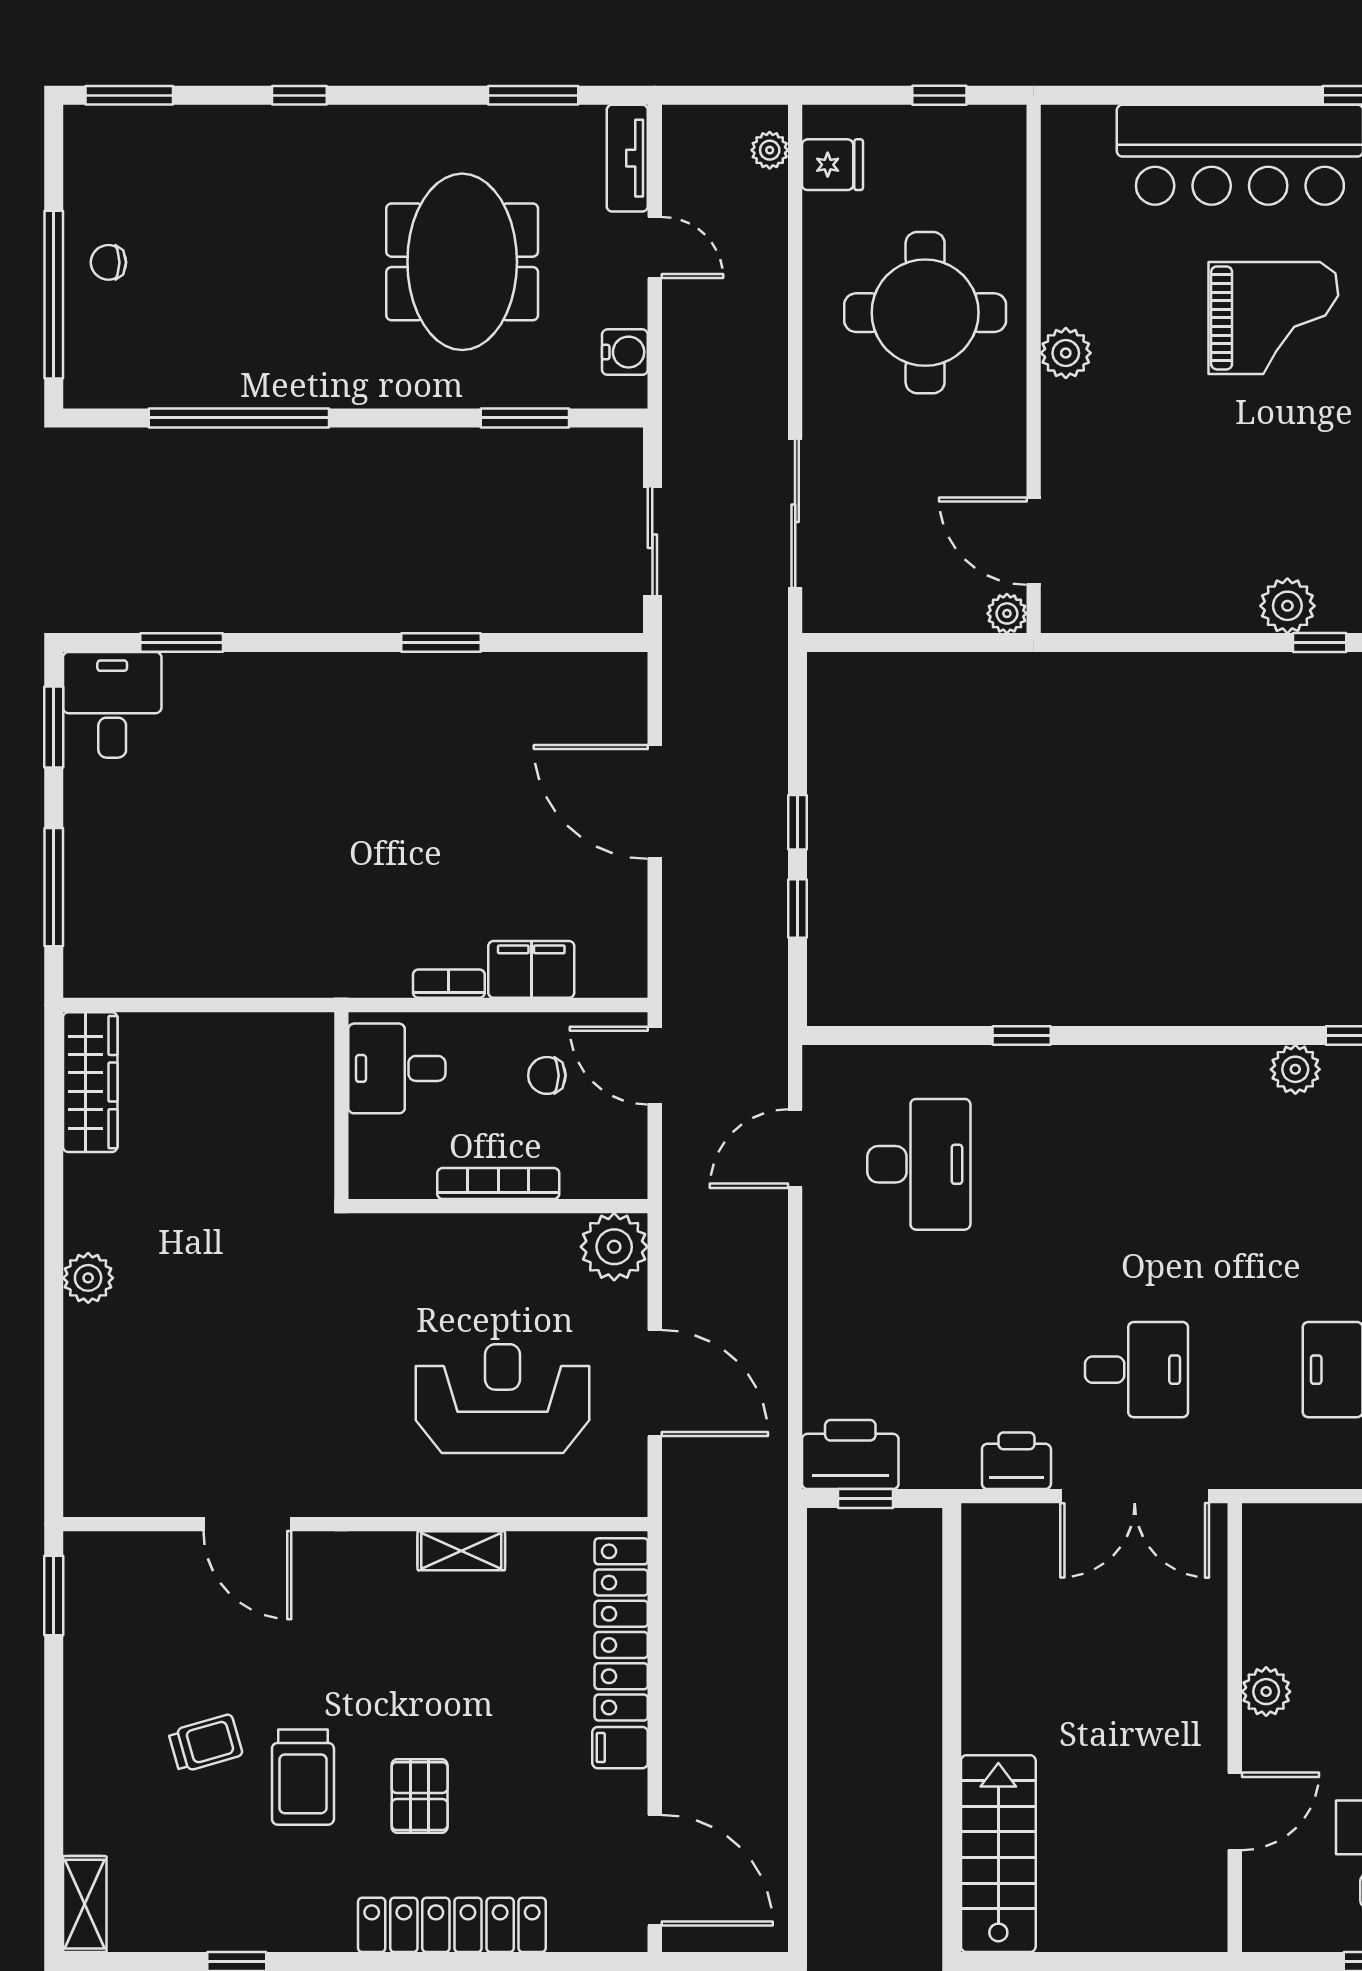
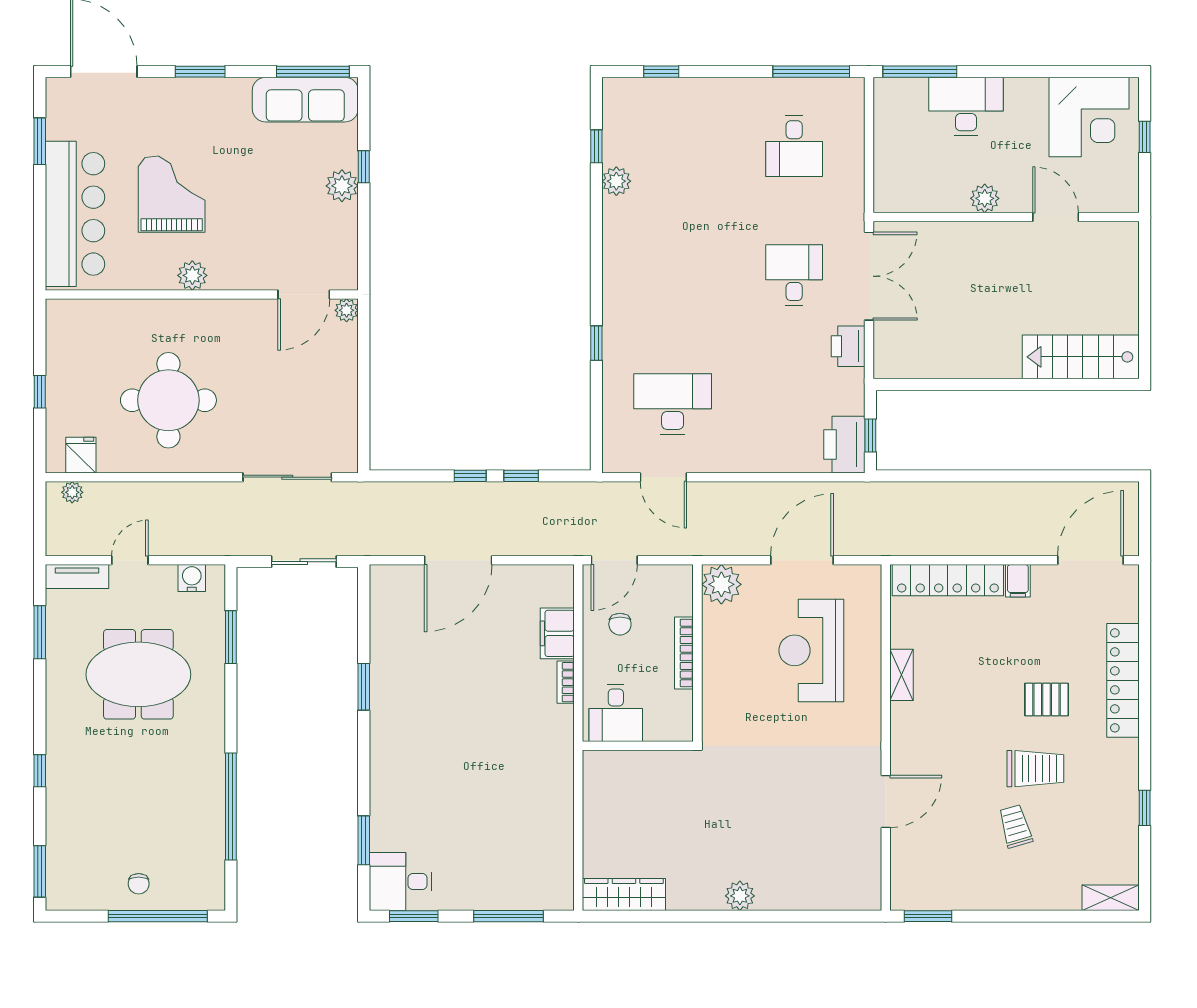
plant: (1066, 353) -> (192, 275), moved
wall: (1034, 369) -> (202, 294), moved
door: (1034, 541) -> (304, 294), moved
plant: (1007, 613) -> (347, 310), moved

